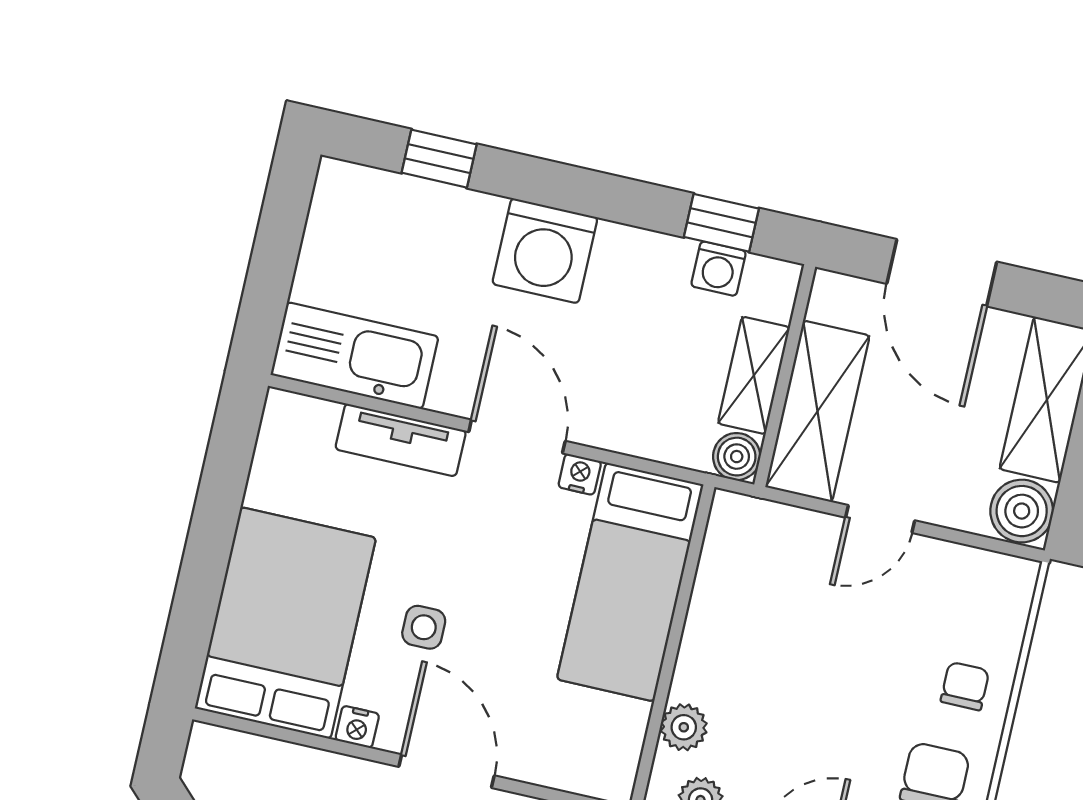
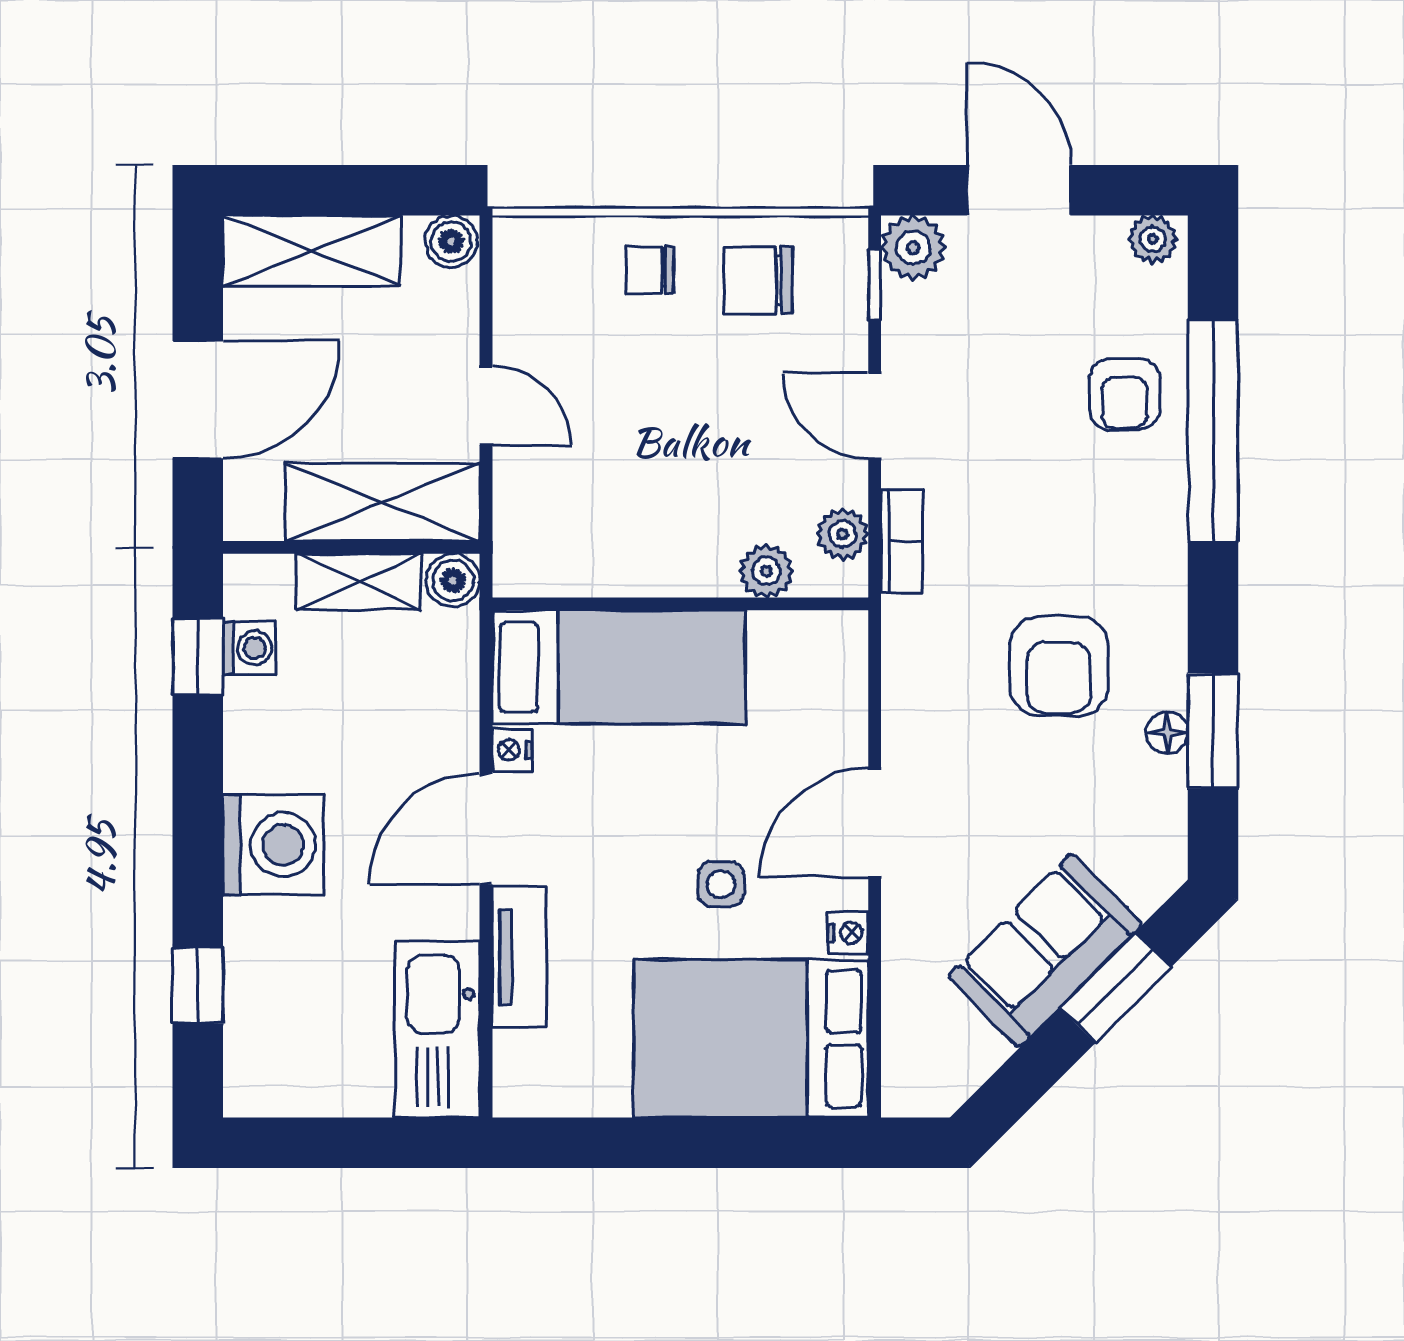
boiler: (1022, 511) -> (451, 241), width x0.73, depth x0.73

